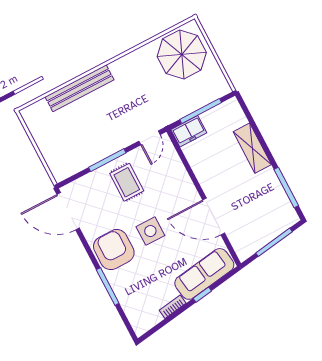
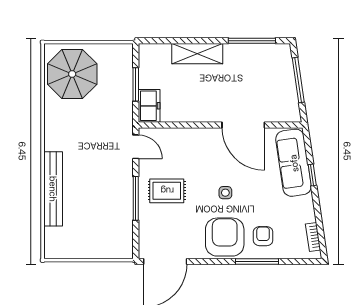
window: (201, 111) -> (136, 84), width x0.69
door: (214, 216) -> (243, 125), hinge flipped
side table: (150, 231) -> (225, 193), width x0.54, depth x0.54
armchair: (114, 250) -> (225, 237), turned 90
armchair: (131, 281) -> (263, 236), added
bookcase: (173, 307) -> (313, 237), moved

